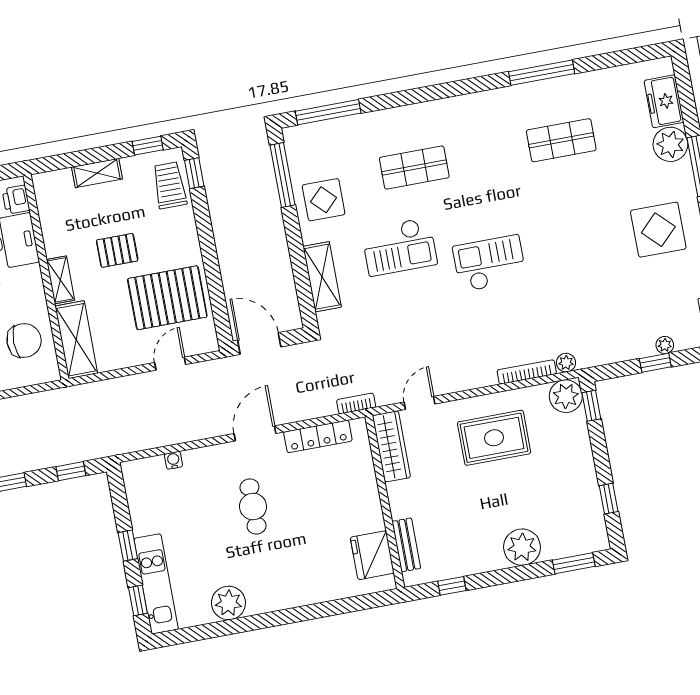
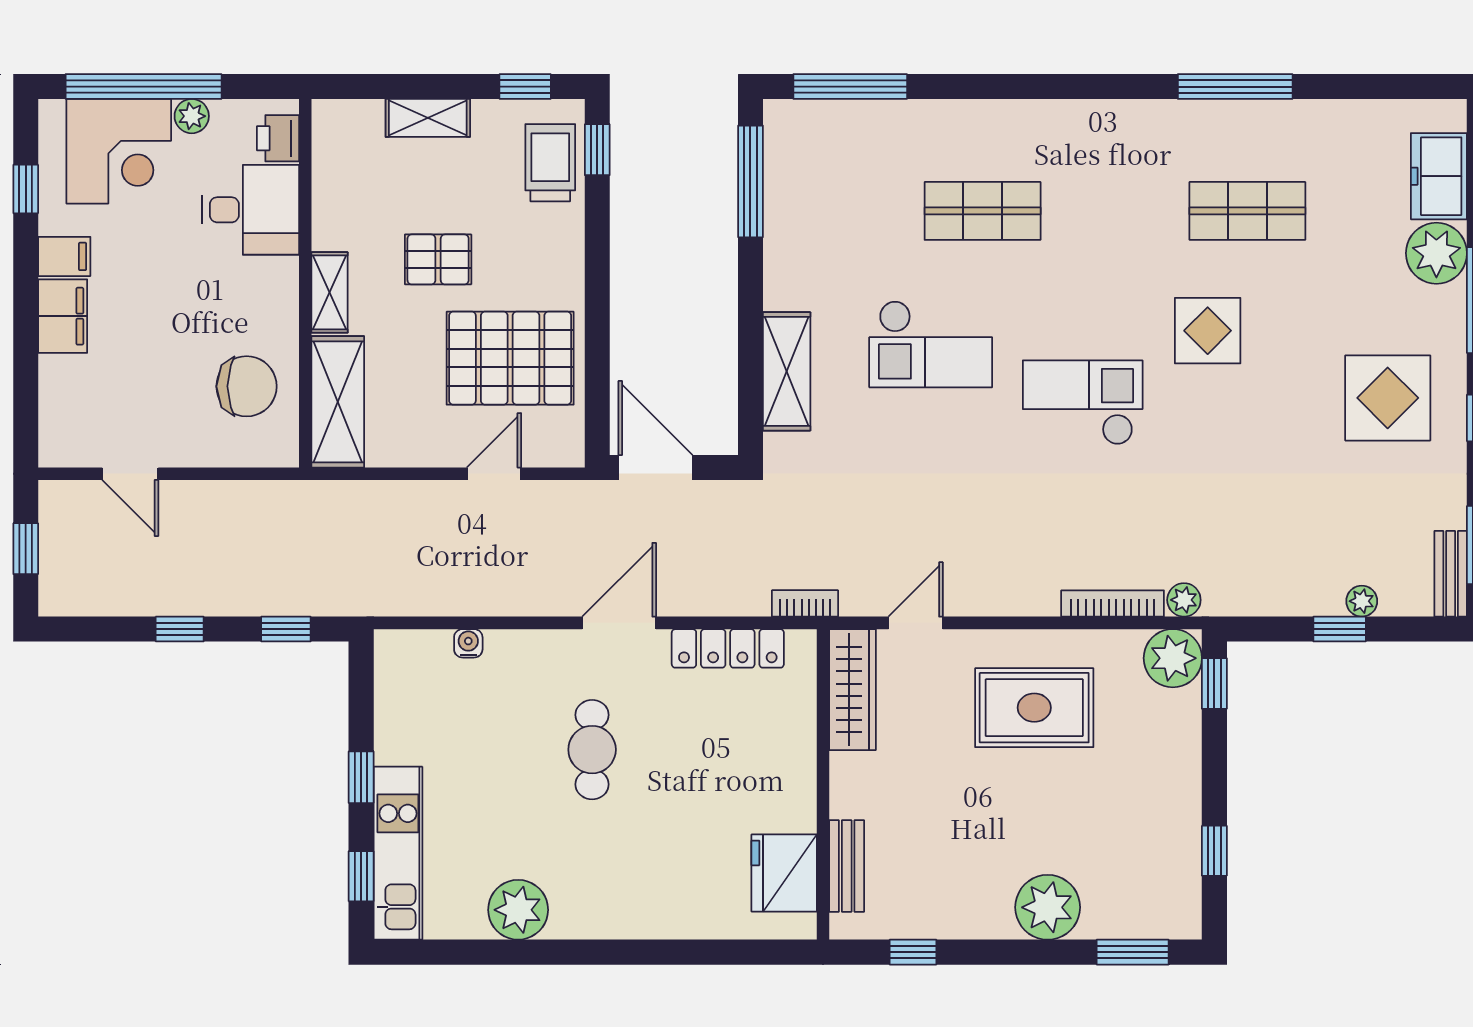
display table: (324, 200) -> (1208, 331), moved

